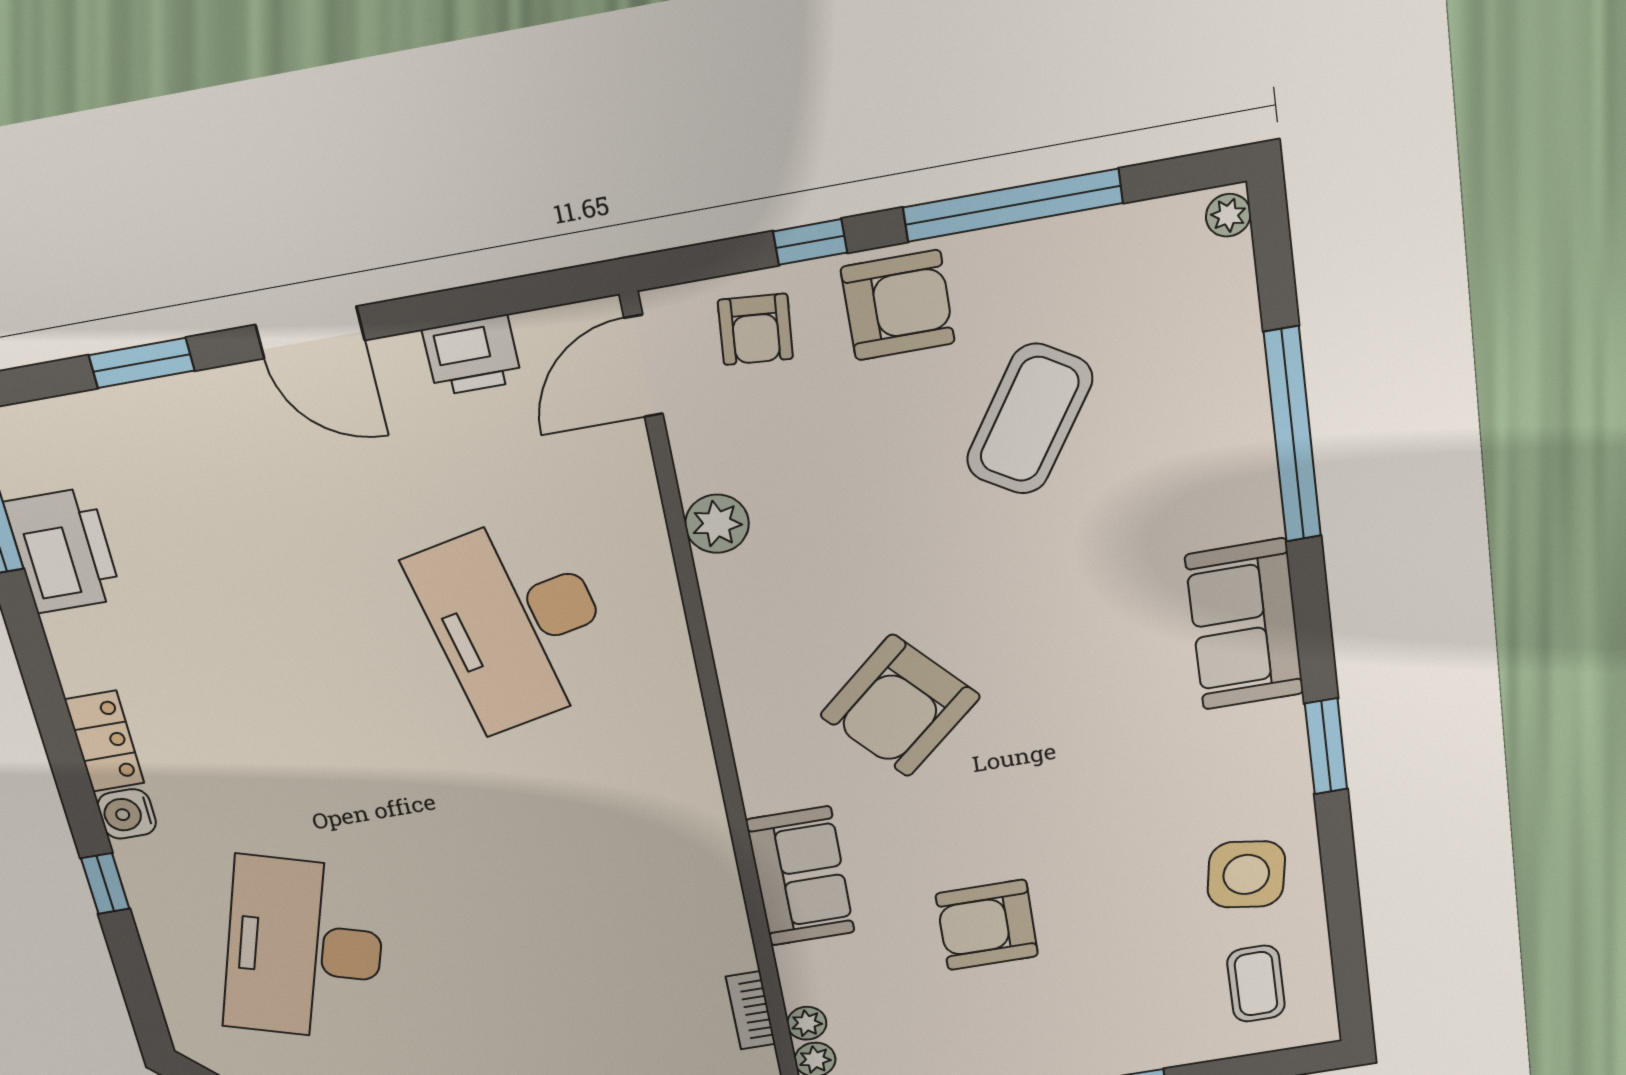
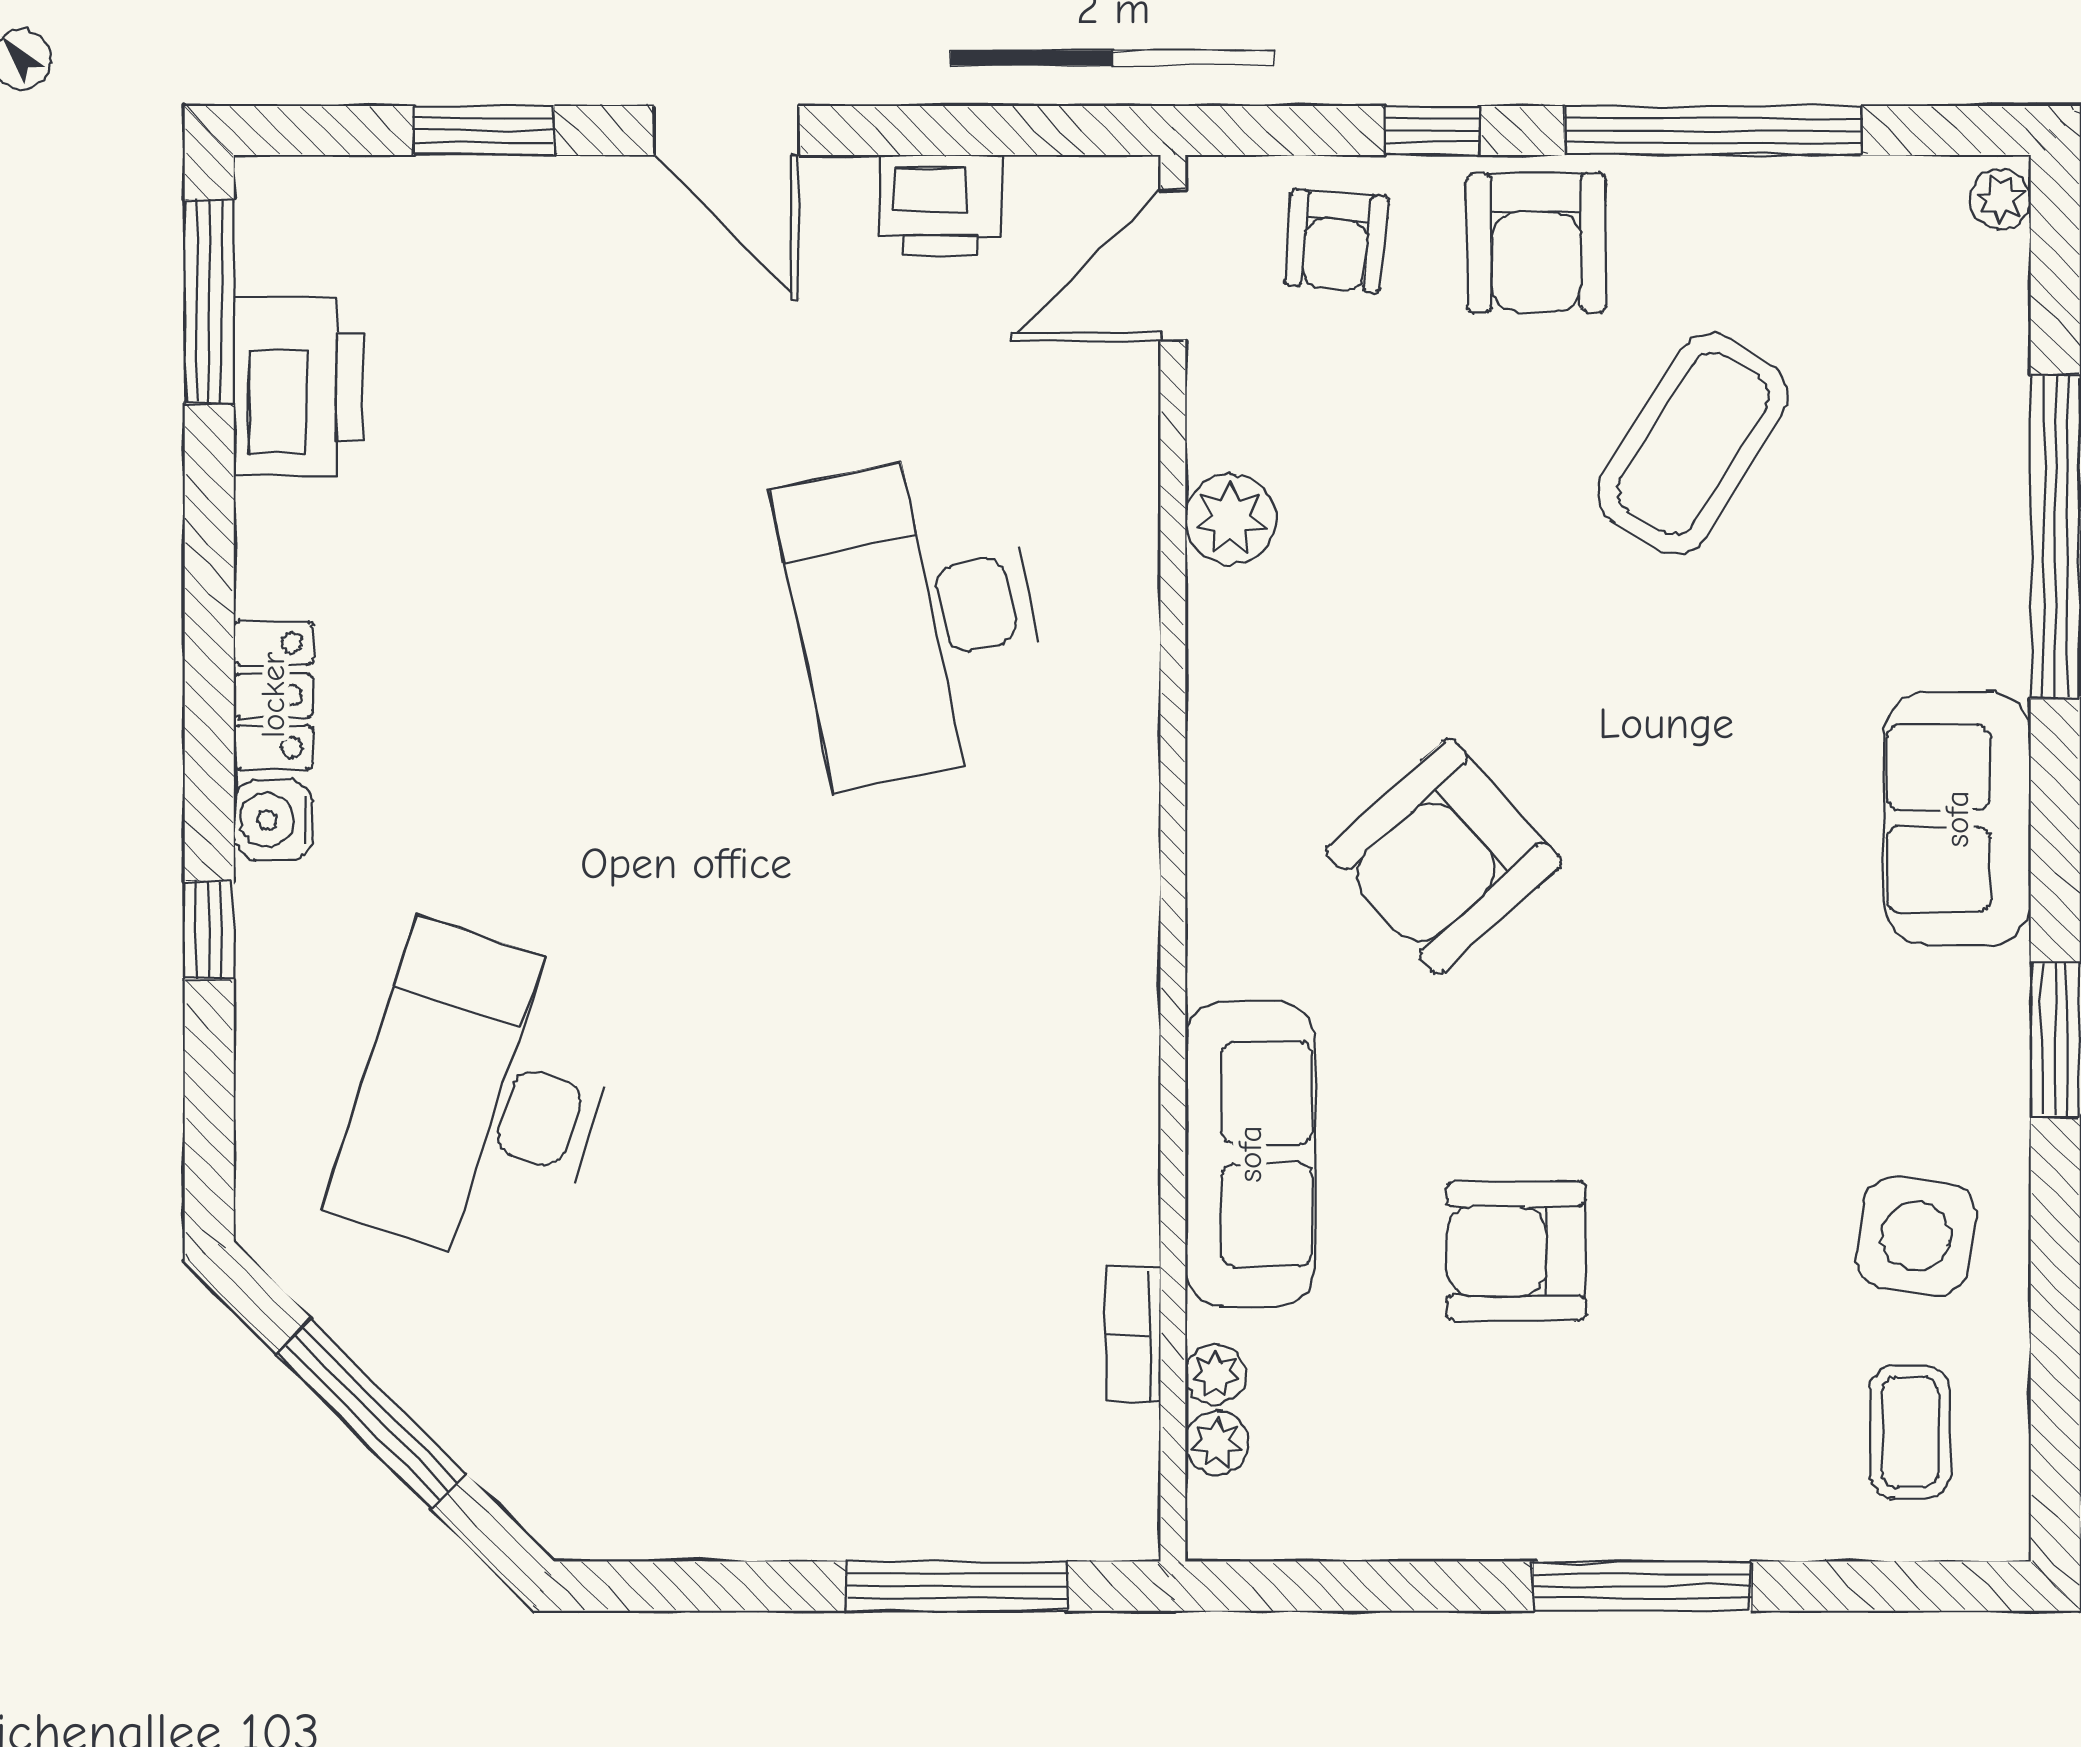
armchair: (898, 305) -> (1536, 243), turned 90
sofa: (800, 876) -> (1250, 1154), width x1.36

